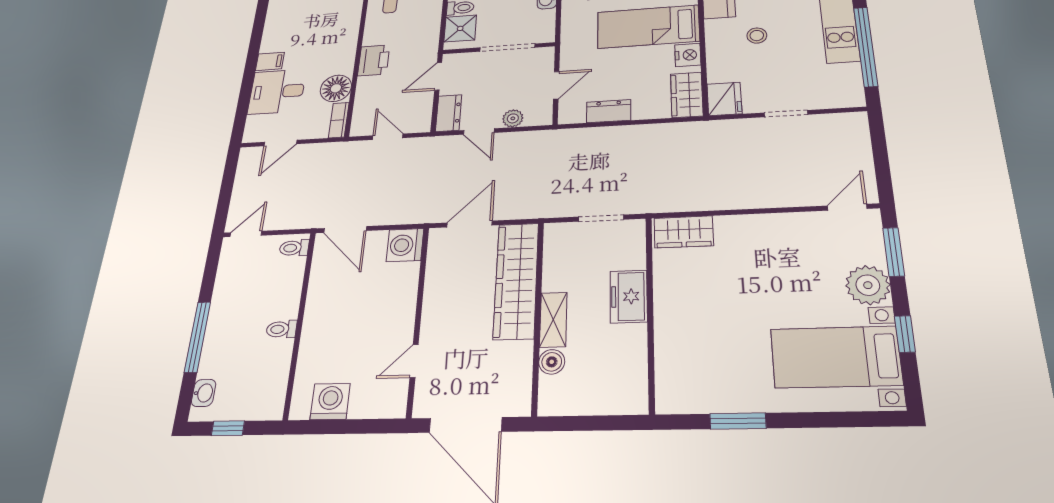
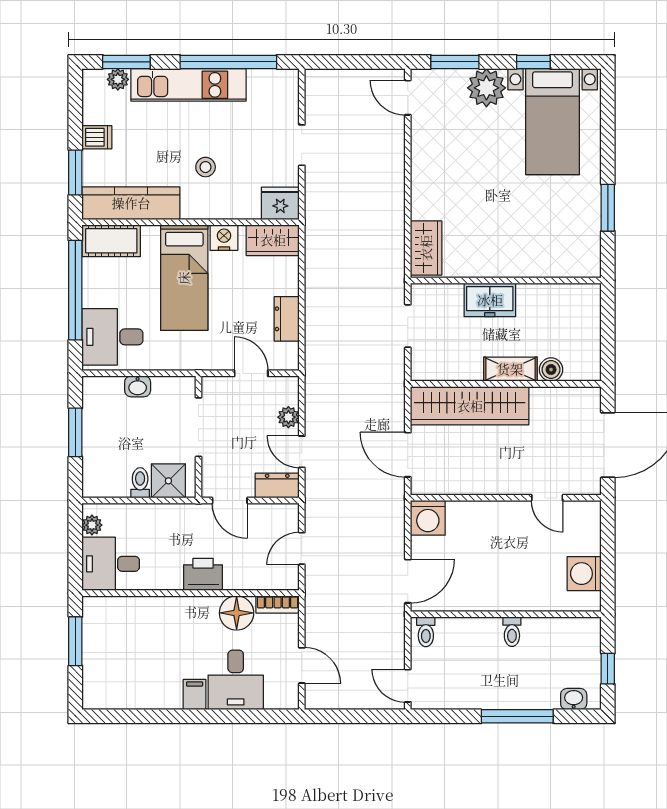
door: (479, 131) -> (302, 452), swing flipped

